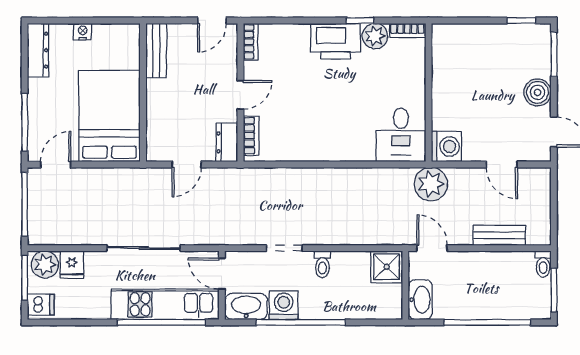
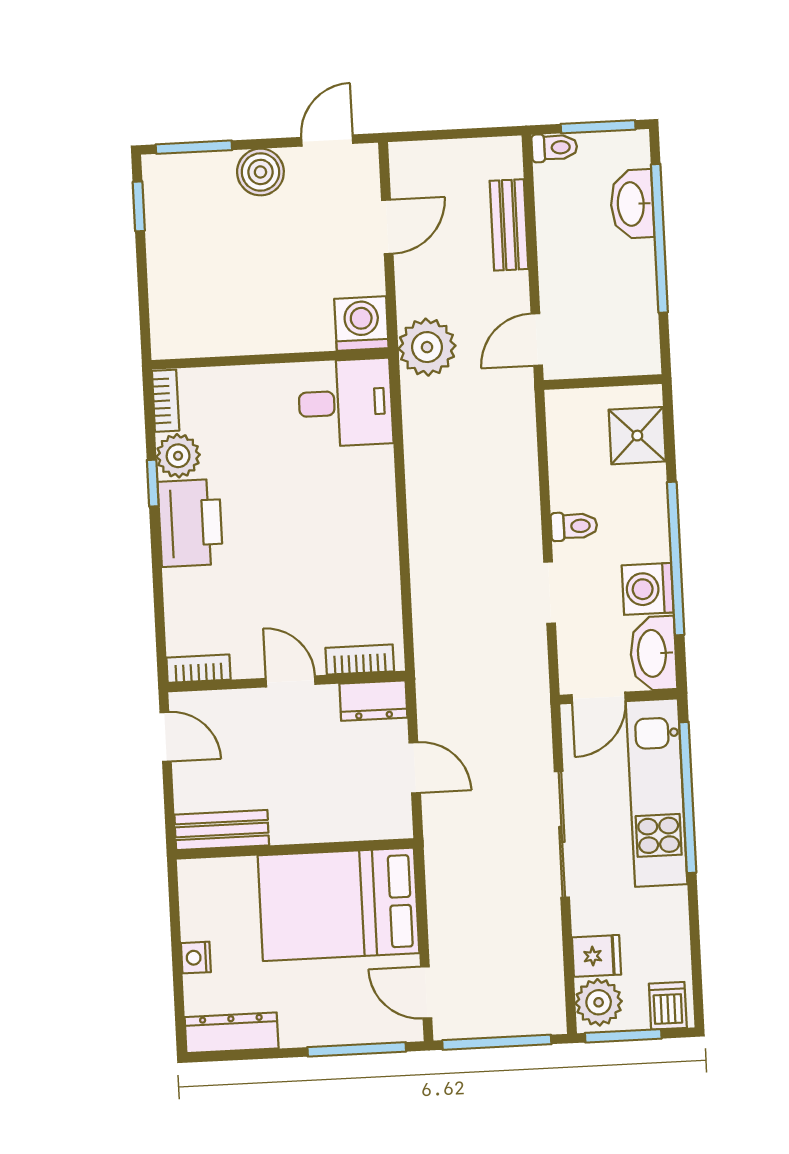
shower: (387, 267) -> (637, 436), moved
washbasin: (420, 300) -> (632, 204), moved, turned -90

